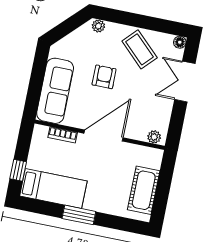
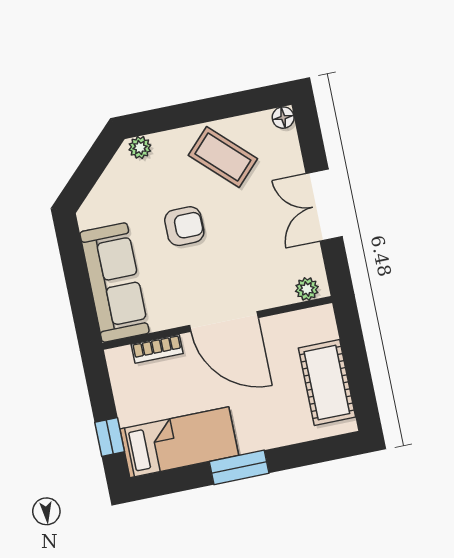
armchair: (104, 77) -> (184, 226), turned 90
double door: (185, 82) -> (324, 205), moved
door: (103, 135) -> (224, 322), swing flipped

